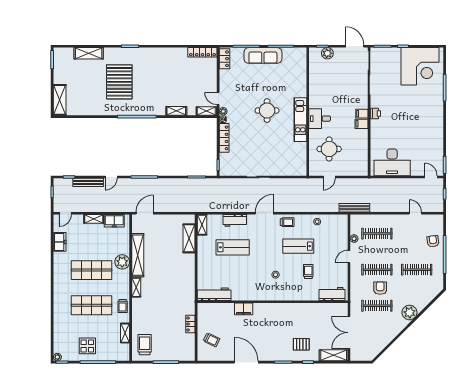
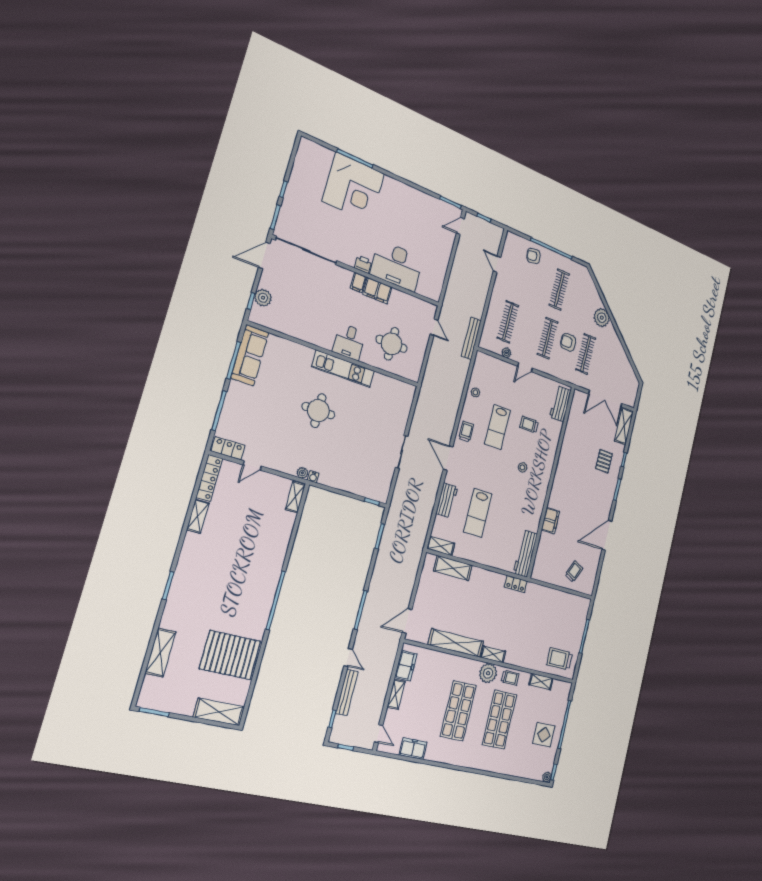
sofa: (263, 55) -> (250, 355), moved
corner desk: (420, 66) -> (353, 187), moved, turned 90
pallet: (119, 82) -> (230, 655), moved
door: (218, 99) -> (252, 465), moved
shelving: (176, 111) -> (198, 516), moved
filing cabinet: (361, 124) -> (377, 291), width x2.00
locker: (224, 138) -> (339, 482), removed
desk: (392, 162) -> (397, 266), moved, turned 90
door: (329, 177) -> (434, 327), moved
door: (145, 213) -> (407, 621), hinge flipped
door: (415, 213) -> (497, 264), hinge flipped
lab bench: (233, 247) -> (478, 513), turned 180
door: (349, 257) -> (525, 367), hinge flipped
plant: (122, 262) -> (488, 673), moved
locker: (190, 324) -> (516, 584), moved

